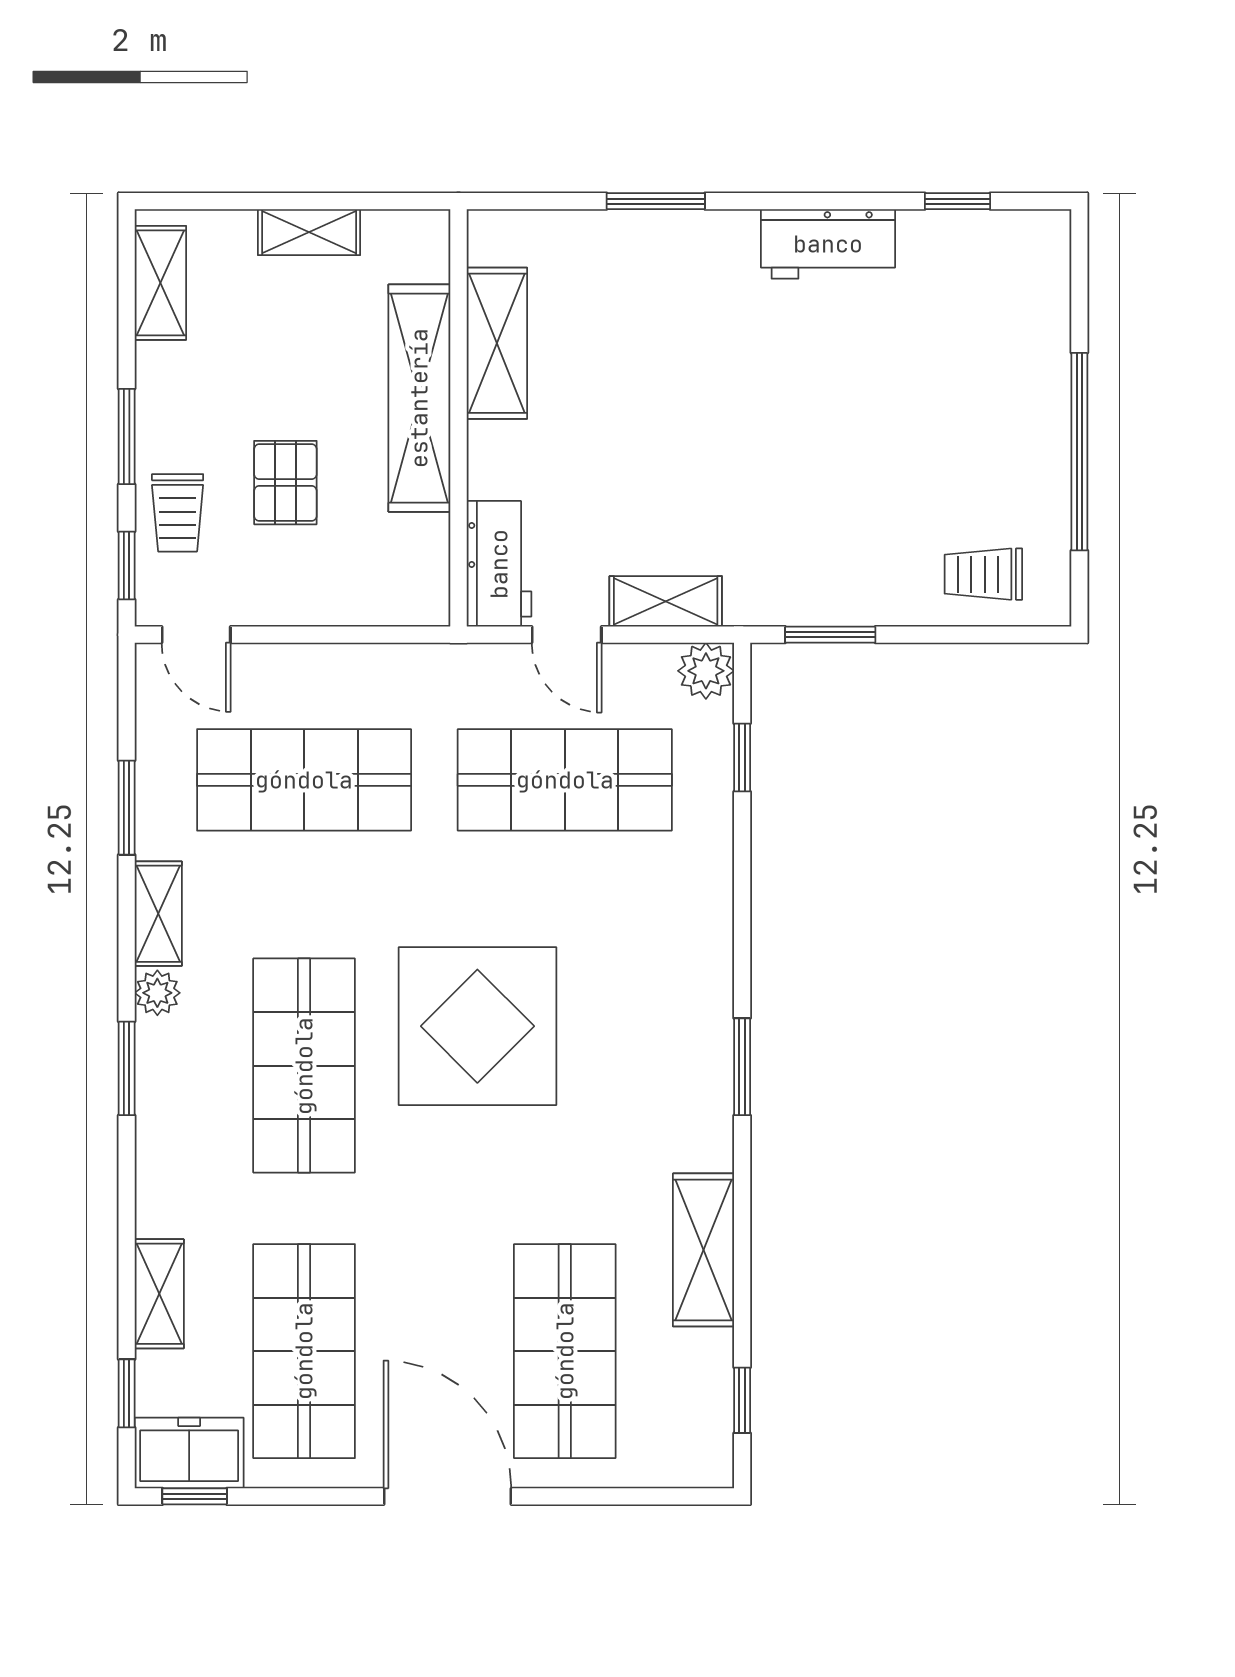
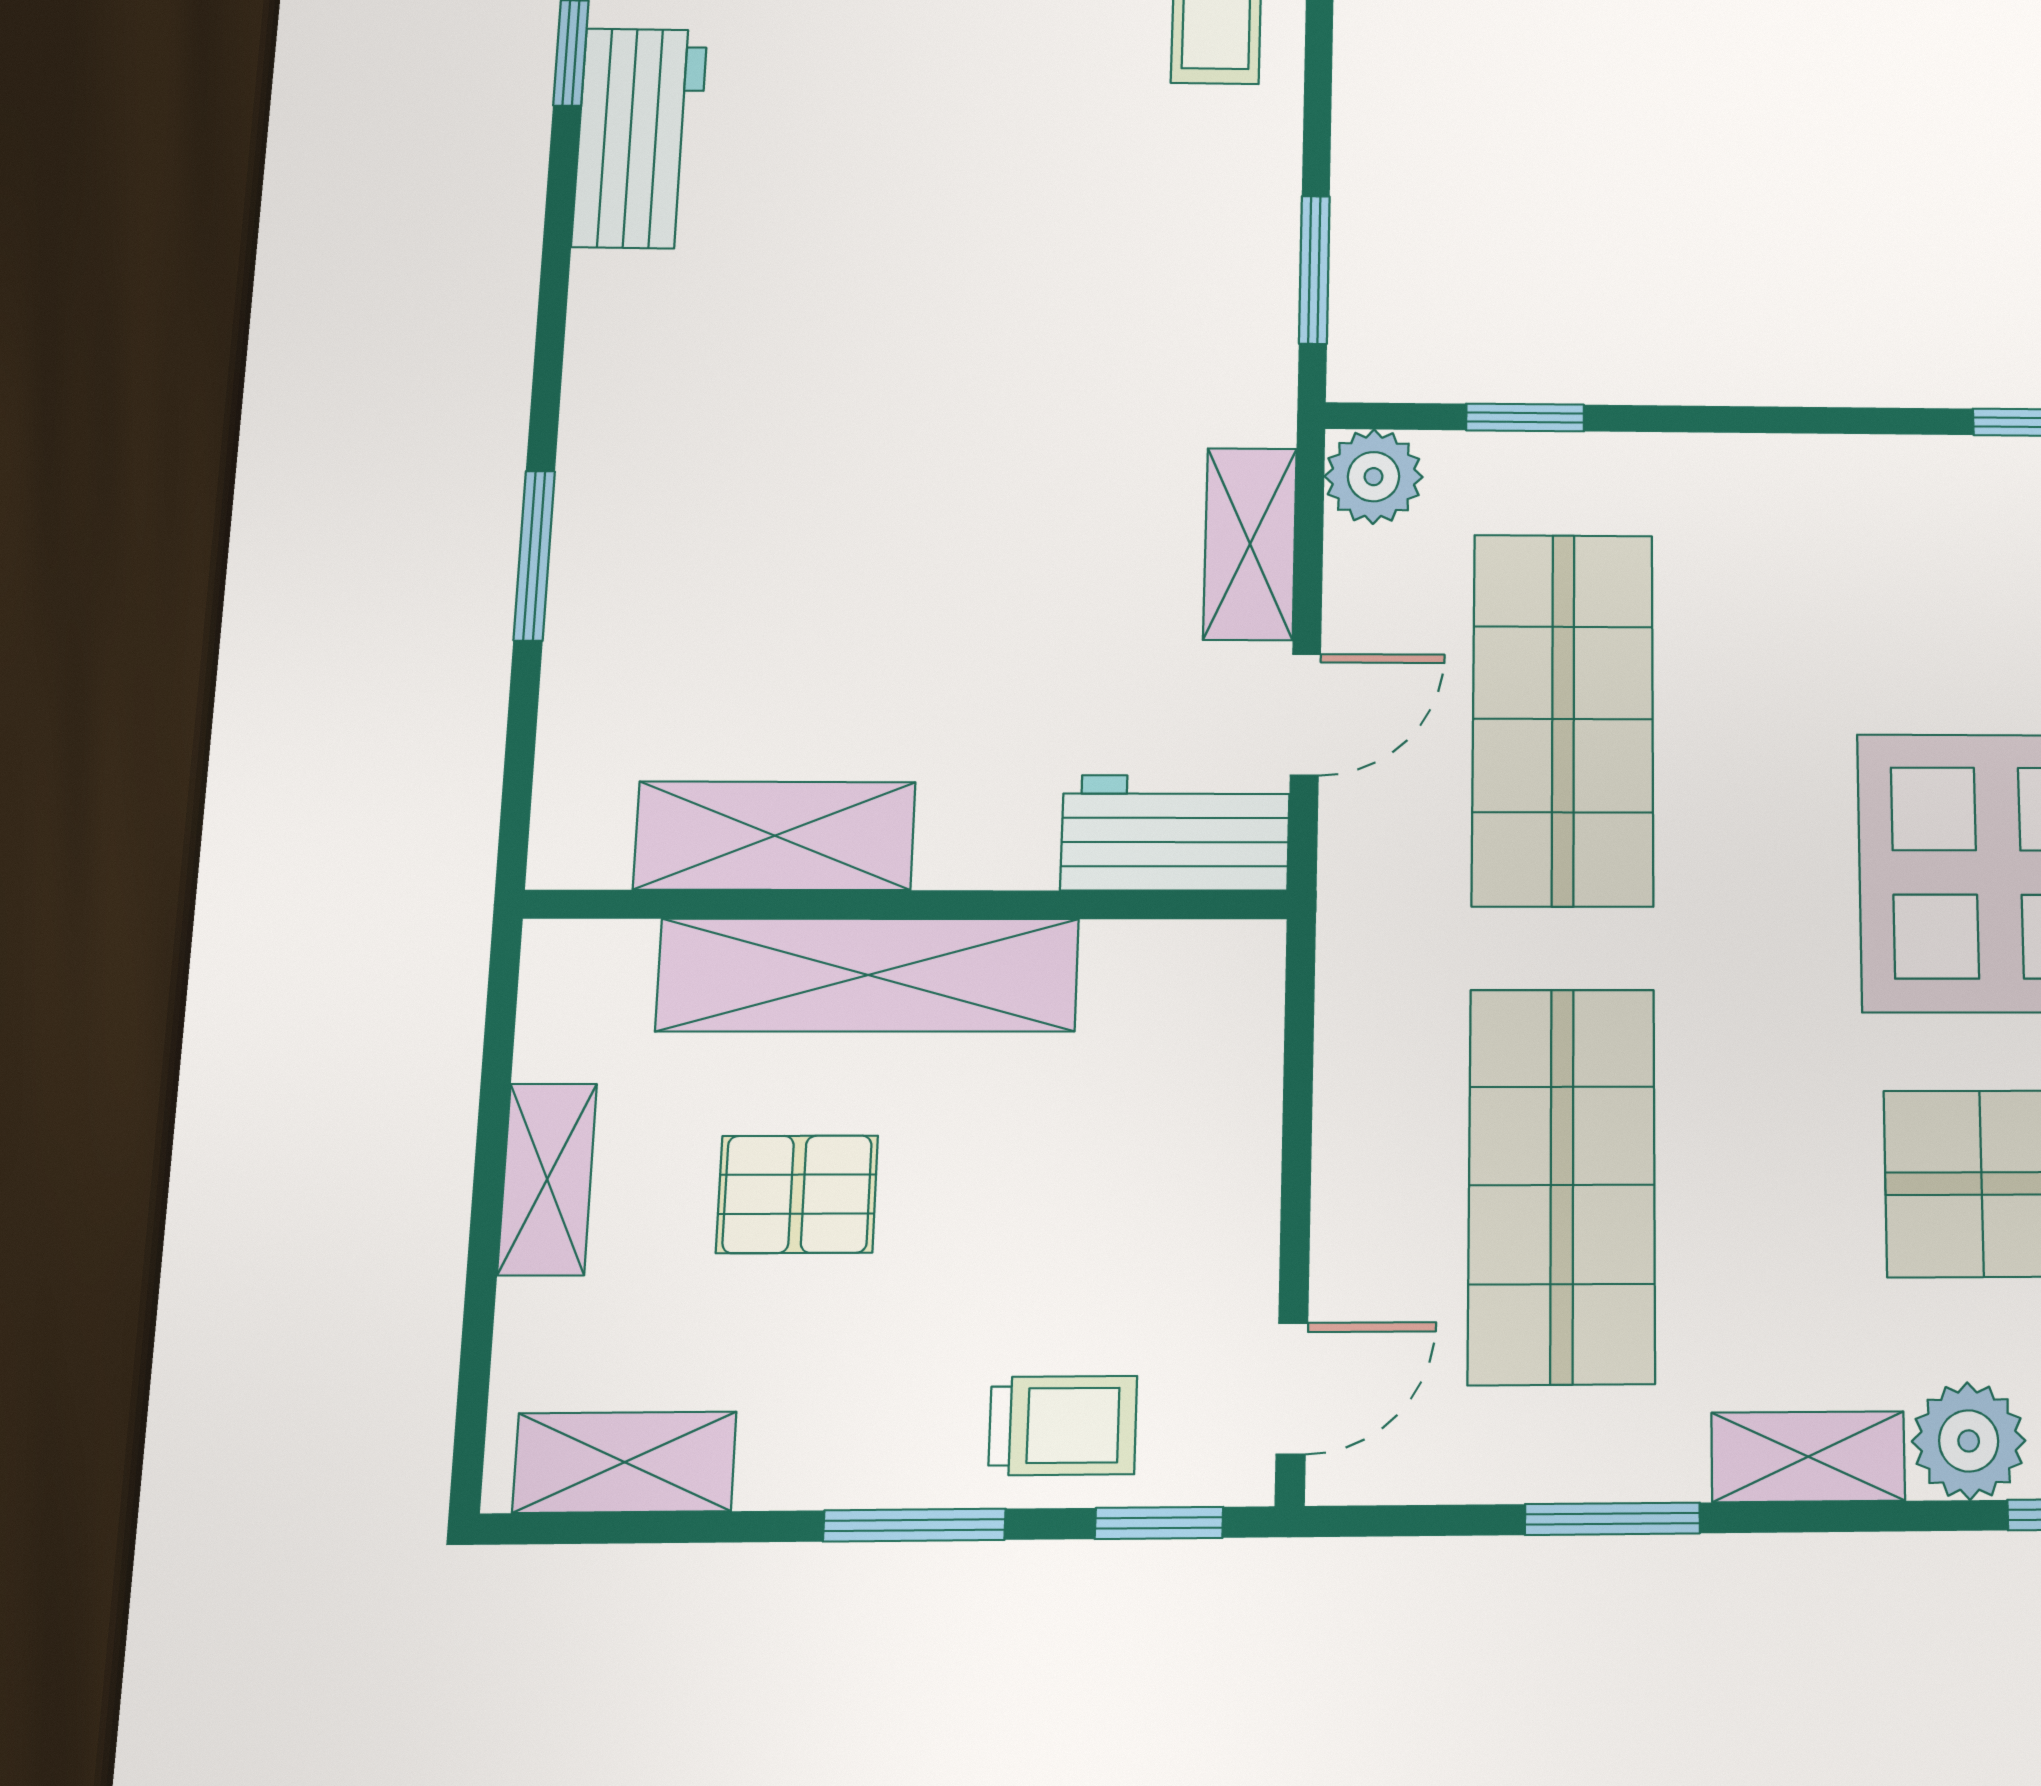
workbench: (828, 244) -> (640, 138), moved
pallet: (285, 483) -> (797, 1194), moved
plant: (157, 993) -> (1969, 1441), width x1.38, depth x1.38

